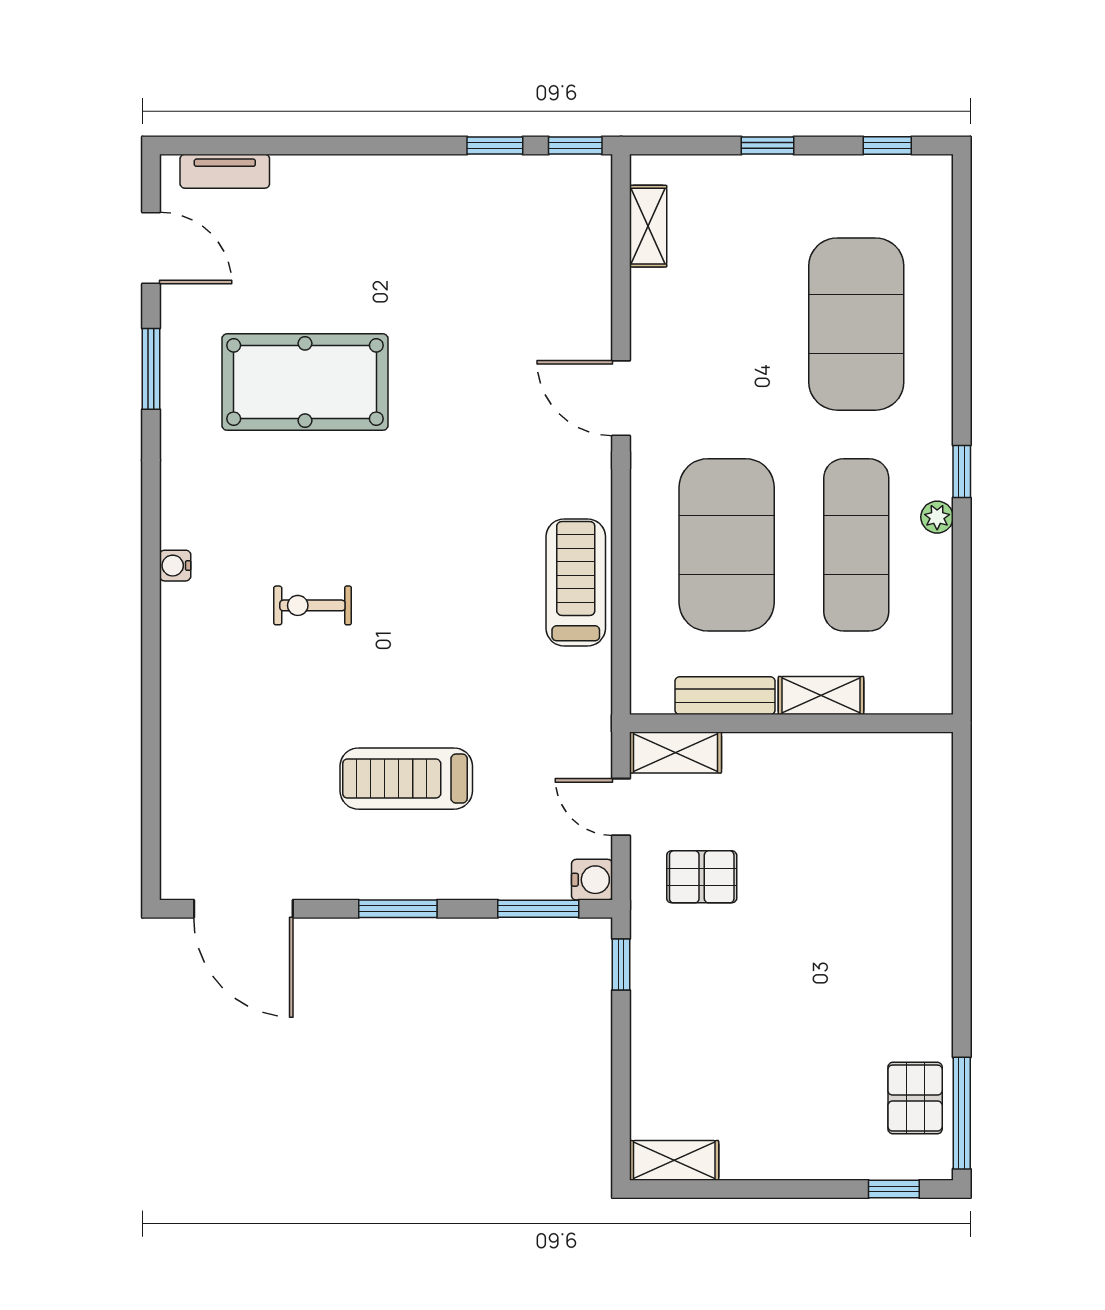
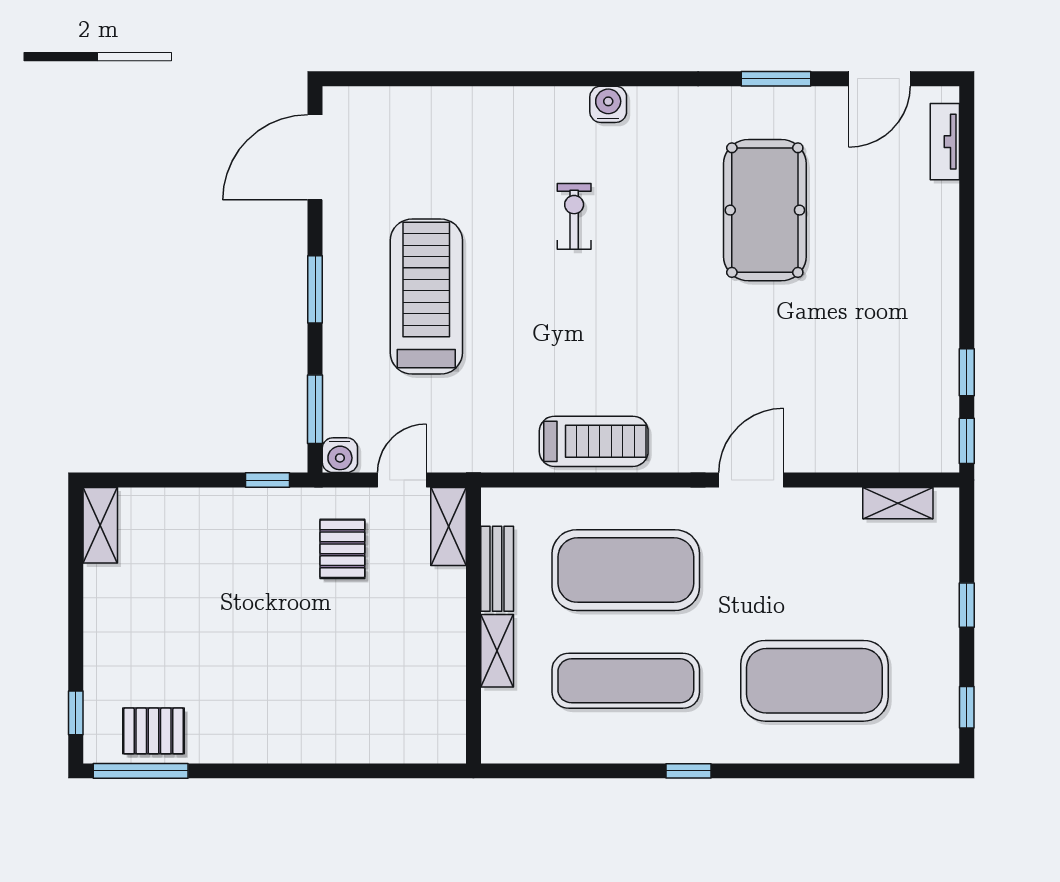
plant: (937, 517) -> (650, 750), removed
water cooler: (175, 566) -> (608, 104), width x1.38, depth x1.38
treadmill: (406, 779) -> (426, 297), width x1.37, depth x1.38

